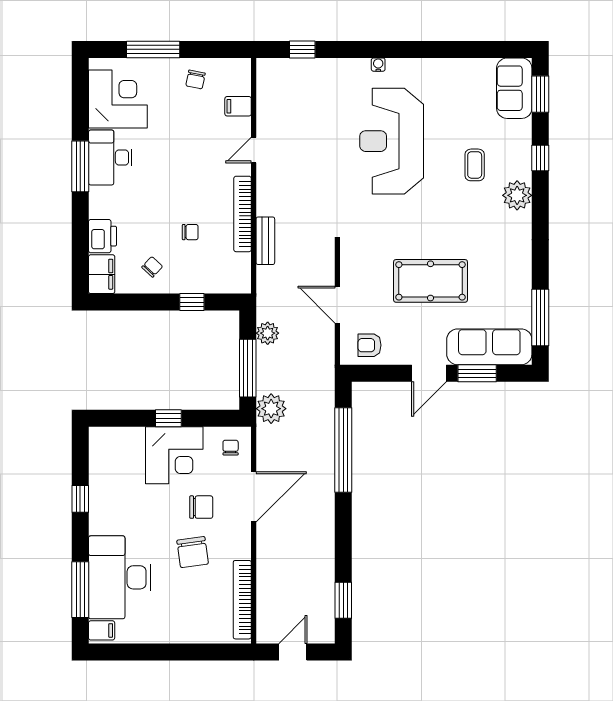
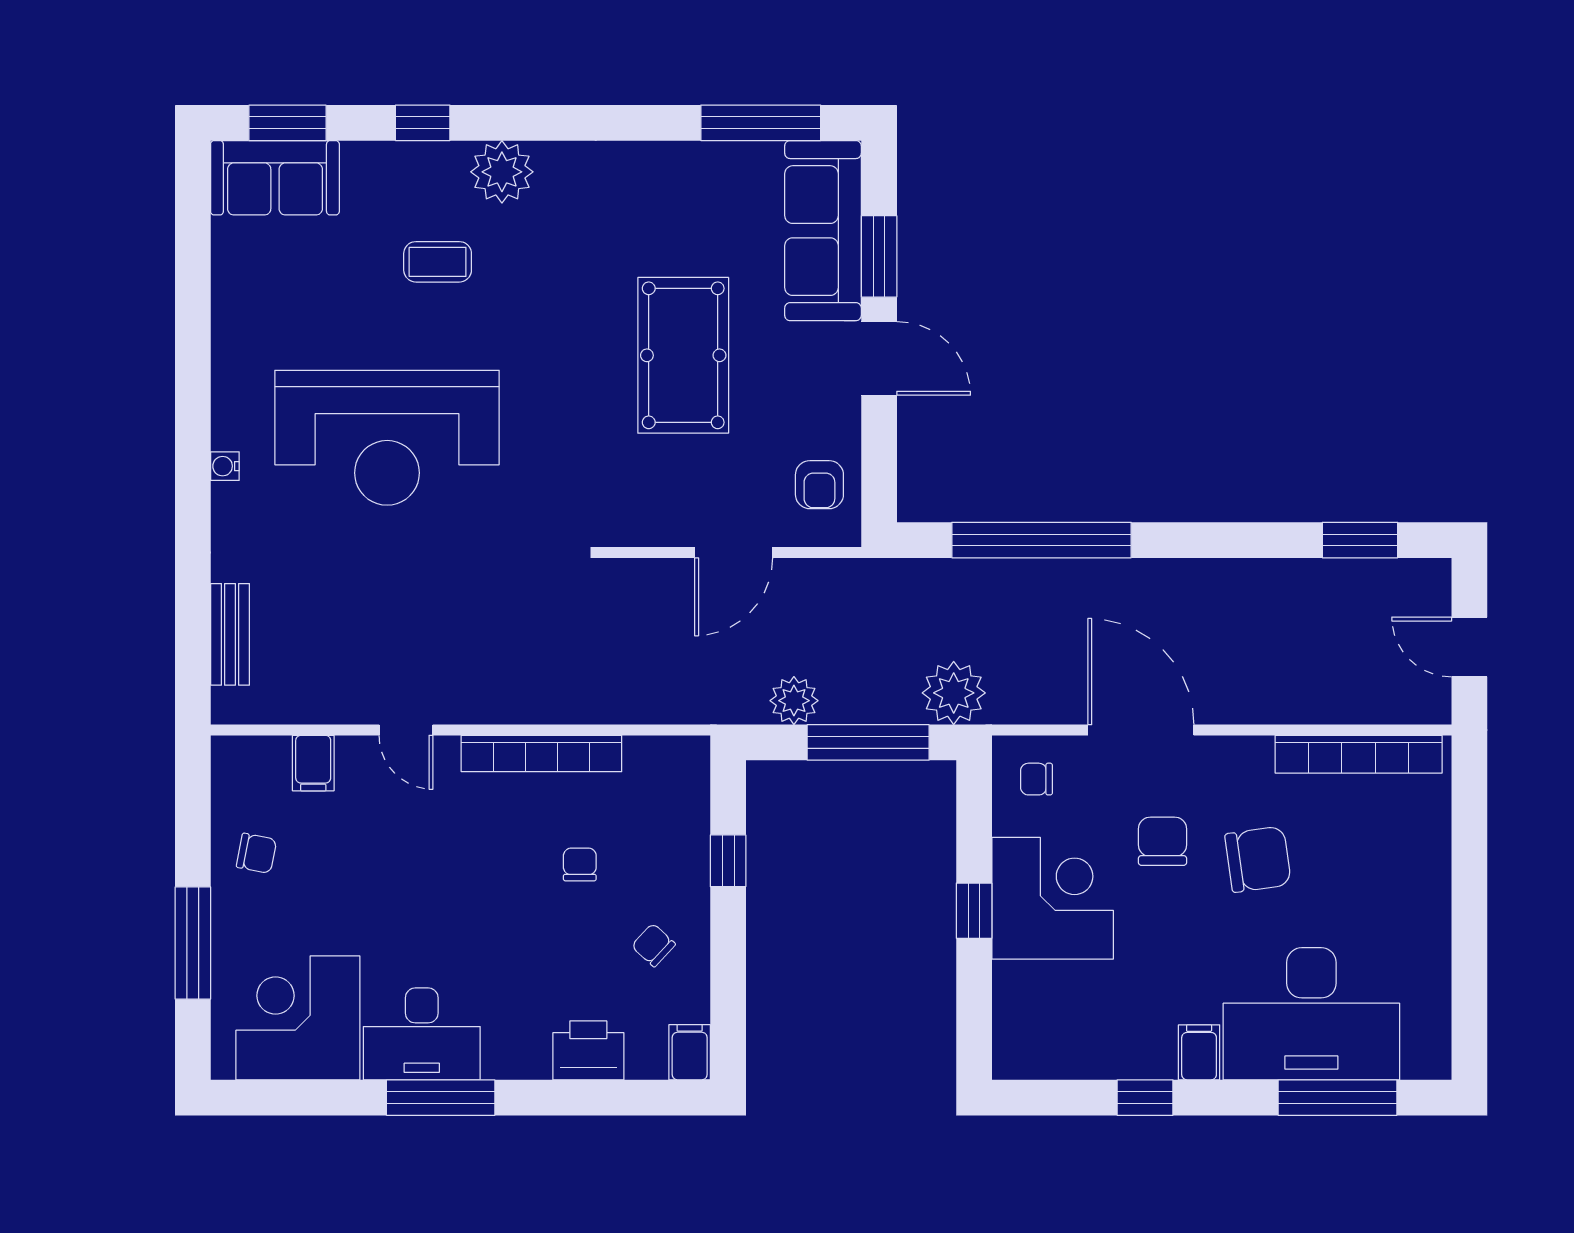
window: (302, 49) -> (193, 627), removed
bench: (265, 241) -> (230, 634), moved, turned 90
filing cabinet: (102, 274) -> (690, 1052), width x0.50
filing cabinet: (102, 630) -> (1199, 1052), moved

